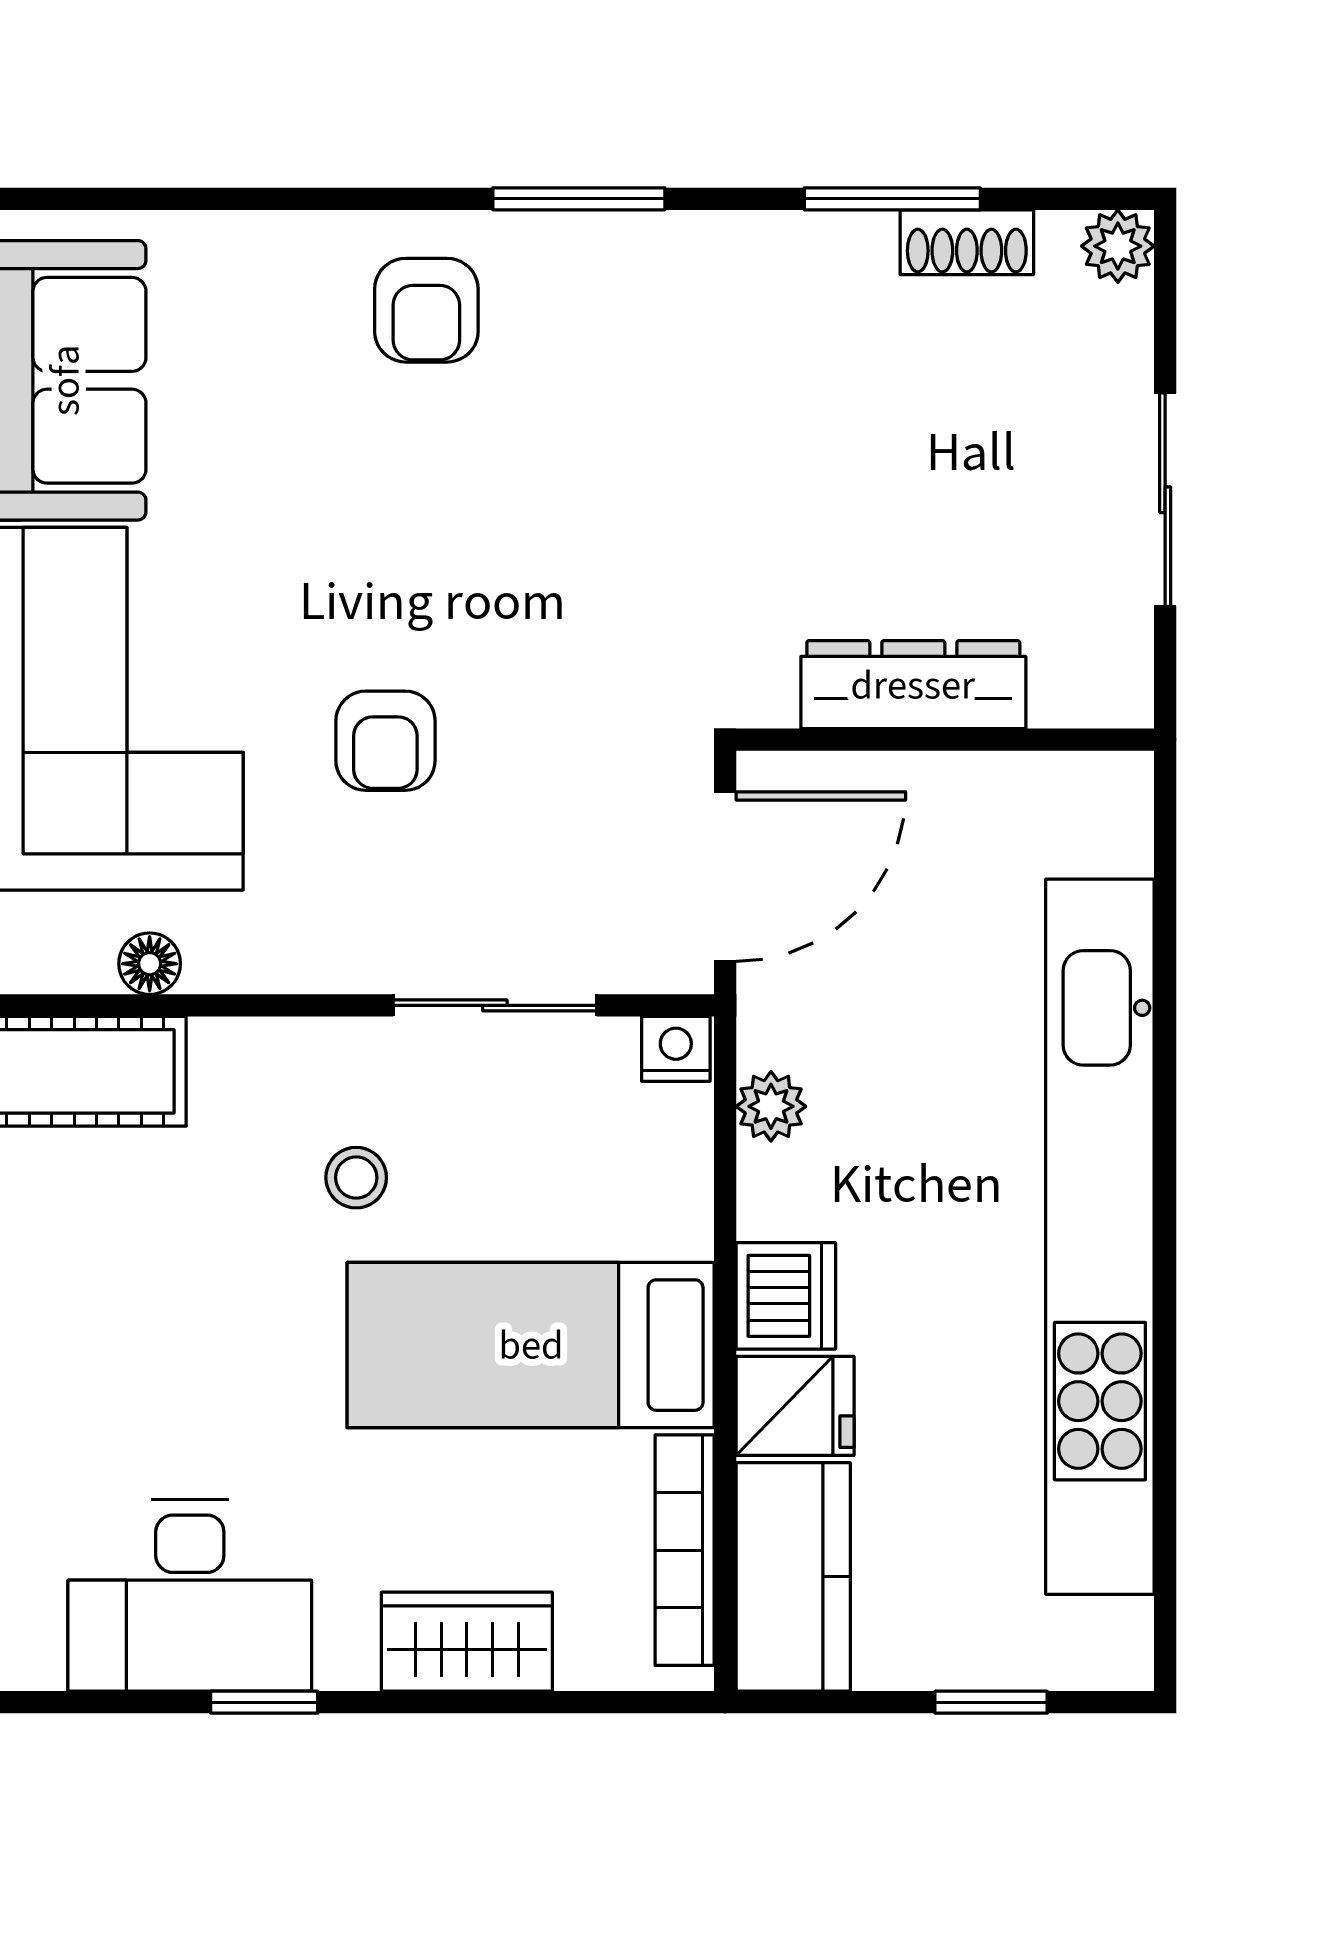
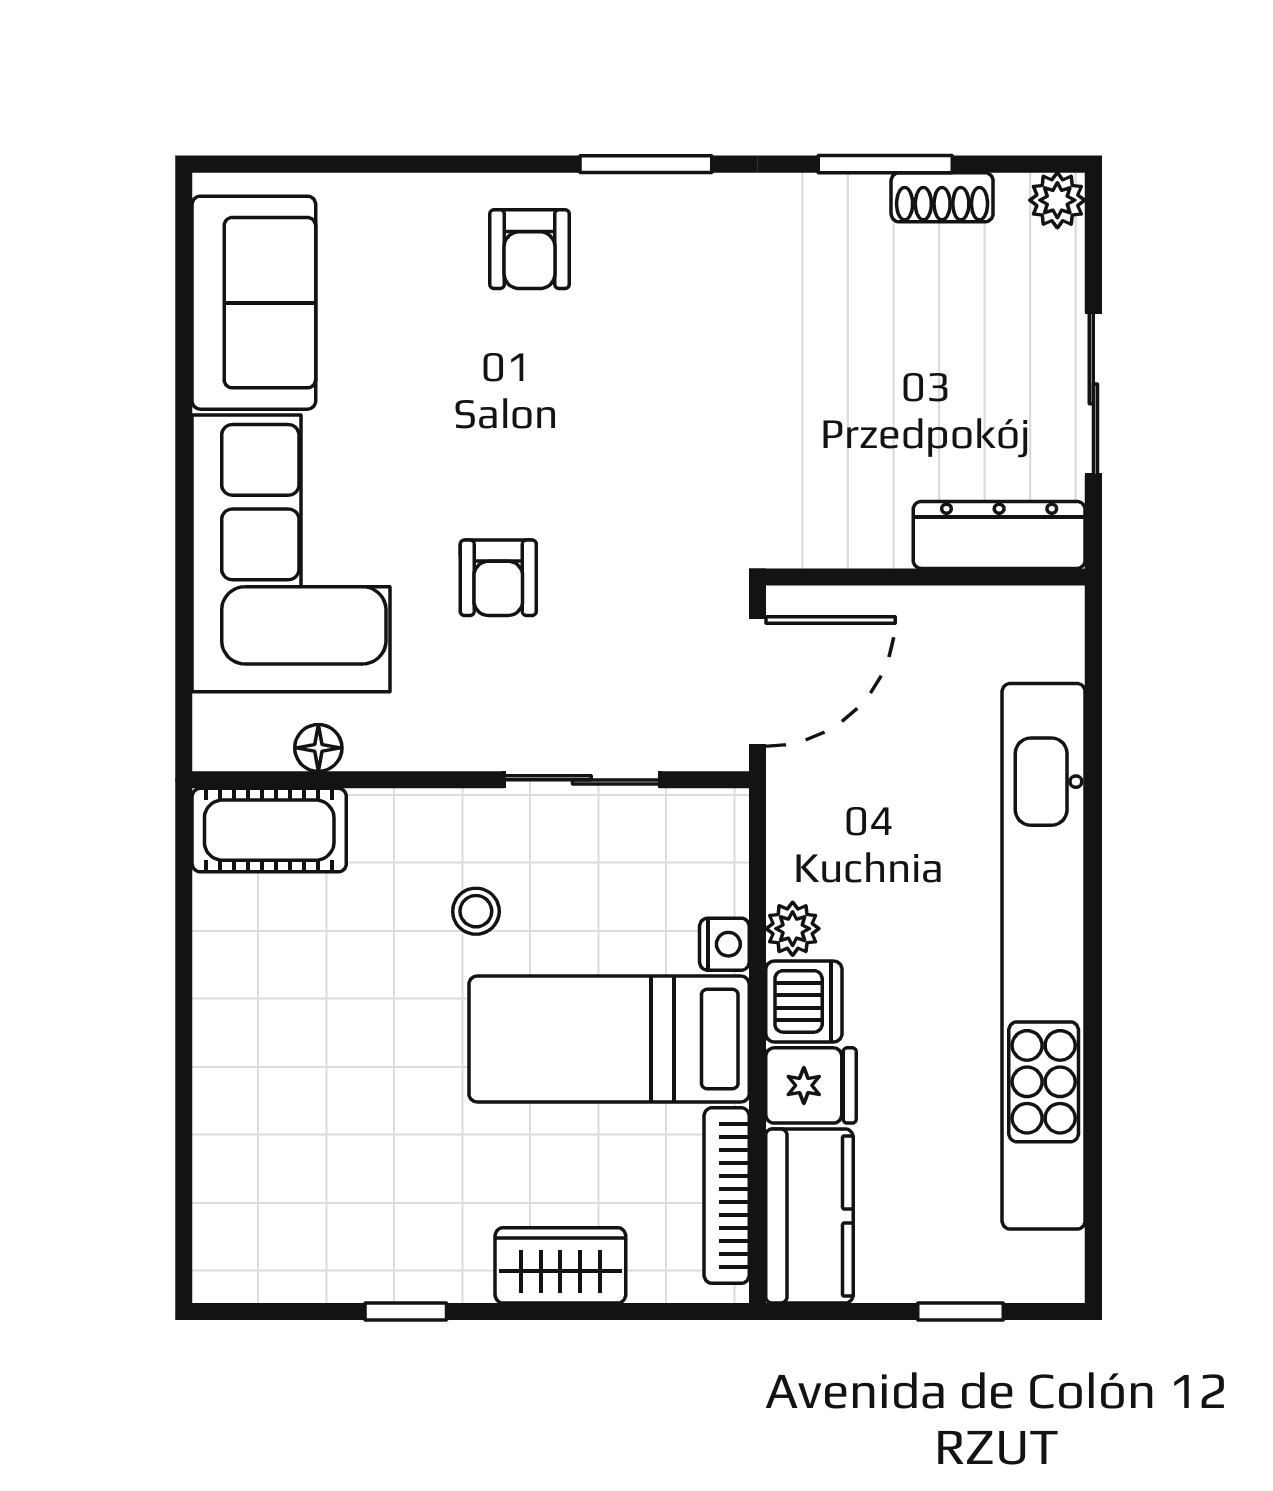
dresser: (913, 685) -> (999, 535), moved
nightstand: (676, 1049) -> (724, 944), moved, turned 90
plant: (771, 1106) -> (793, 929), moved
desk: (190, 1595) -> (349, 1230), removed

